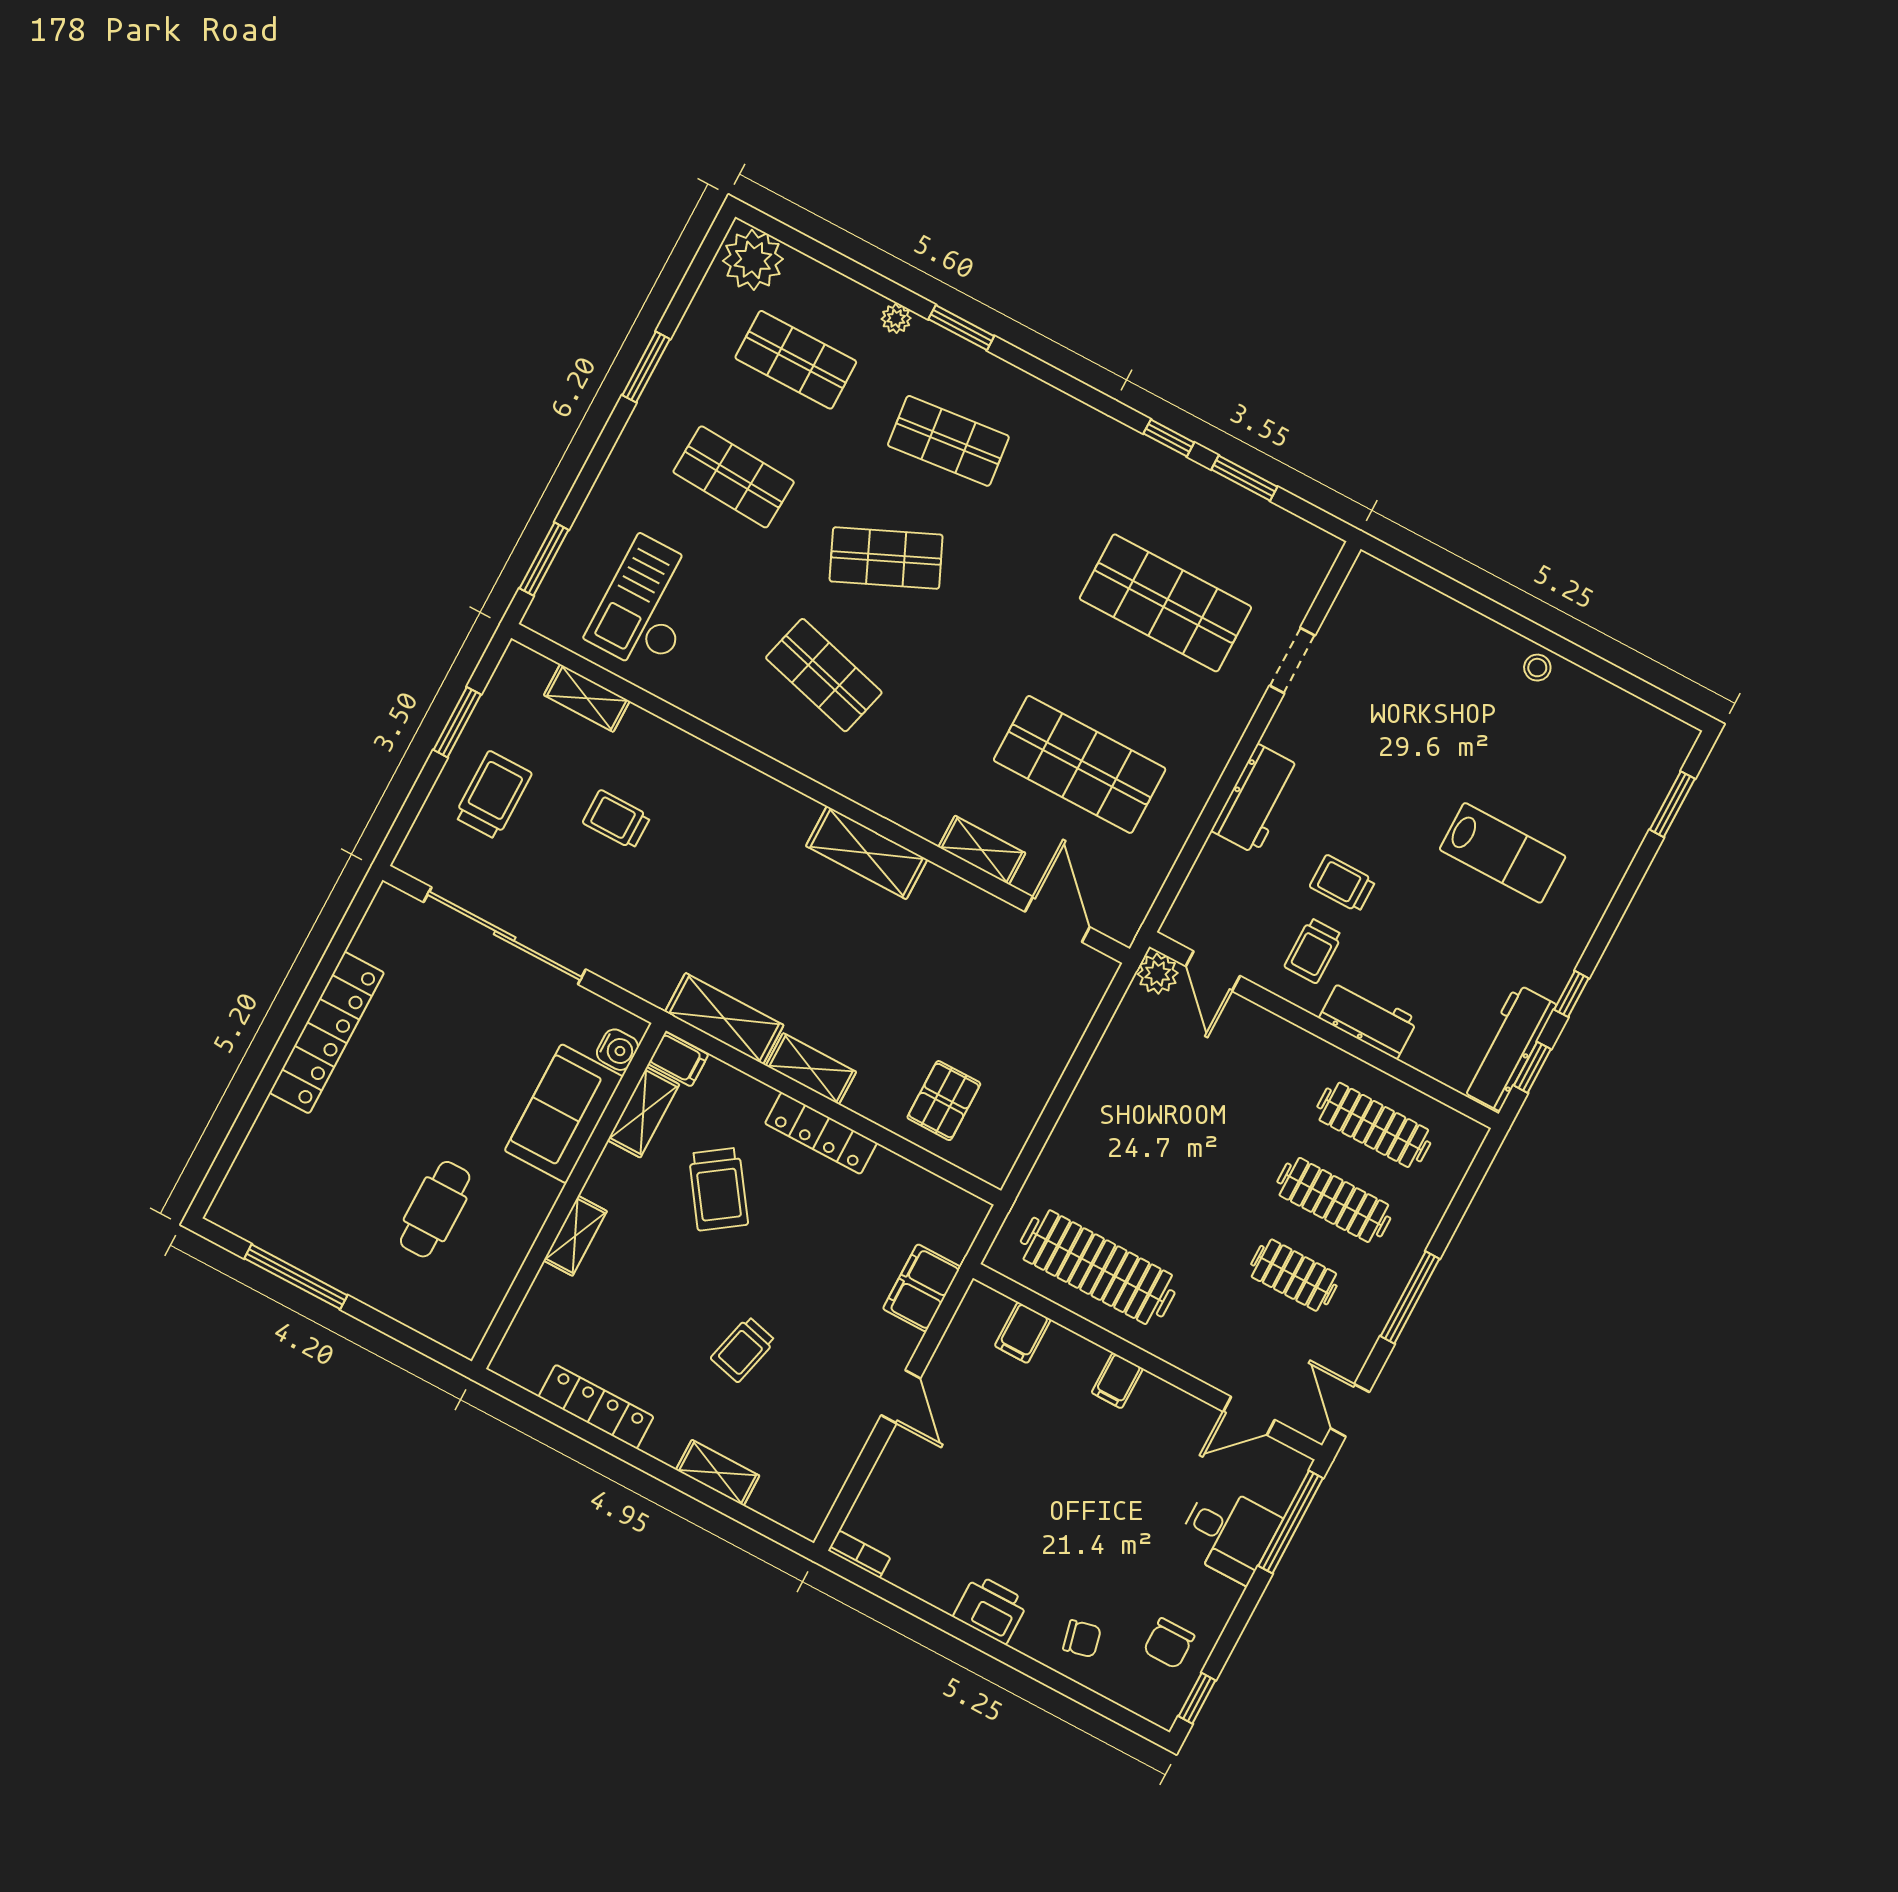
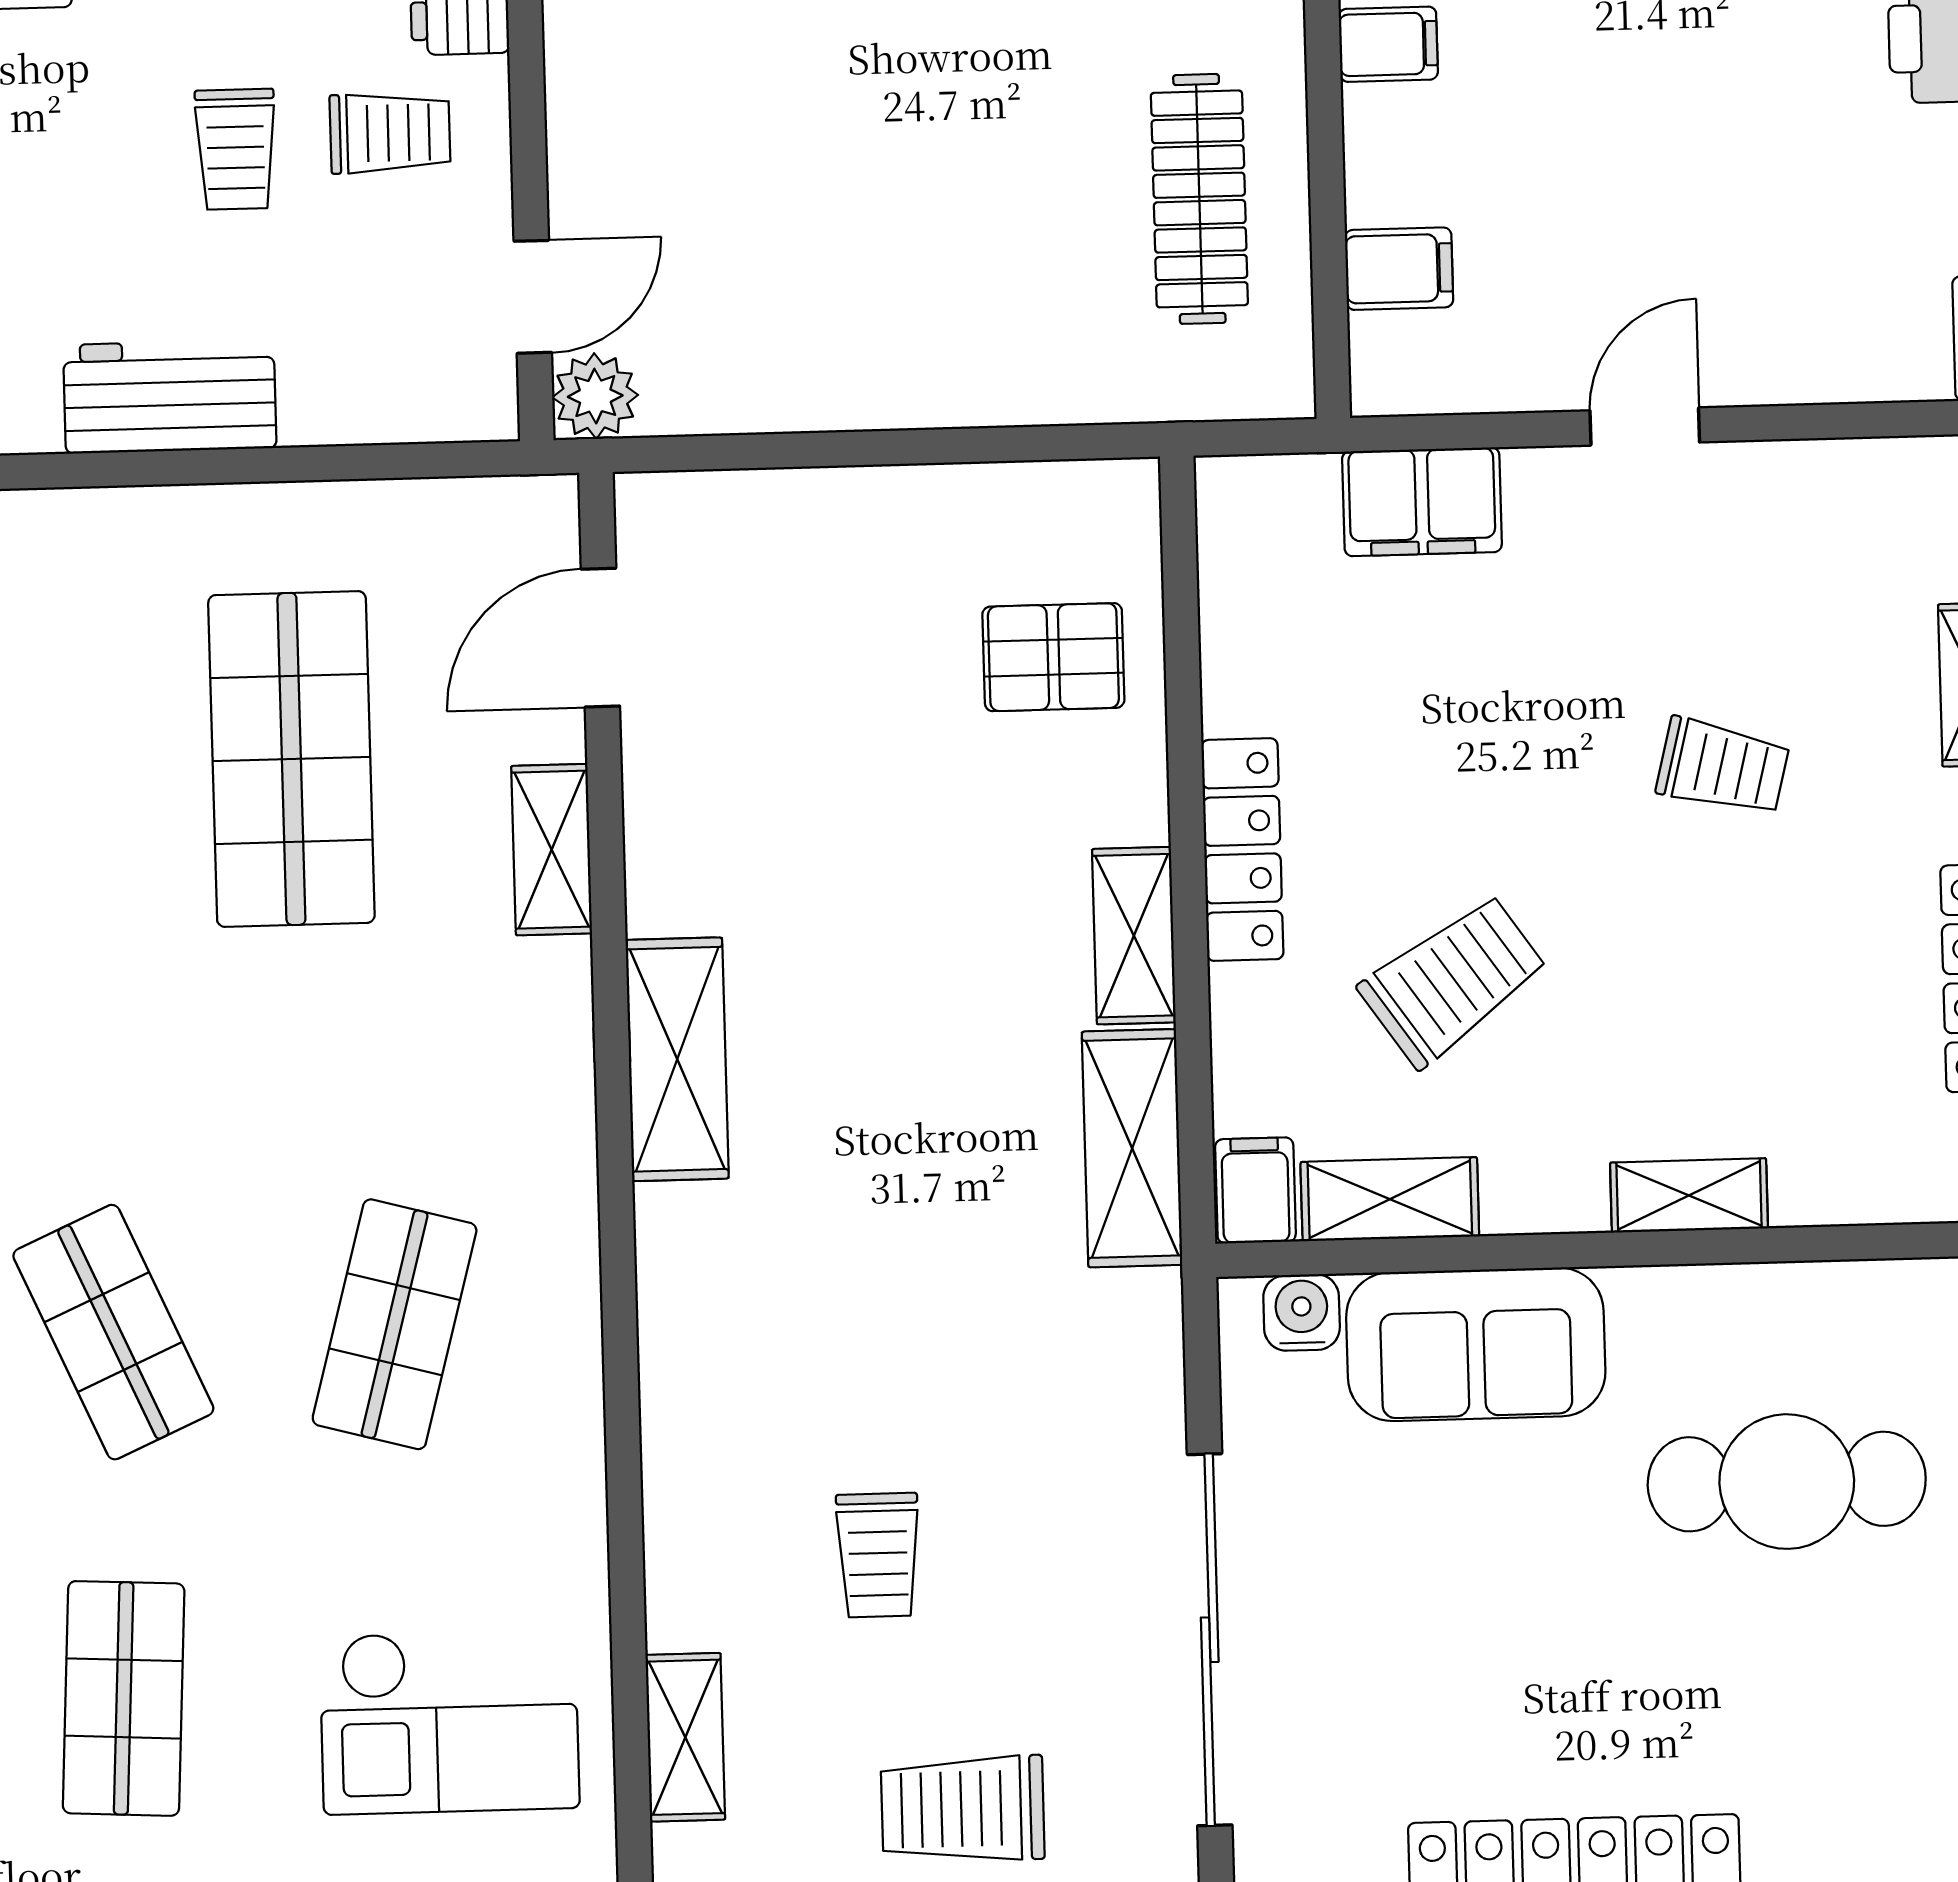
cafe table: (435, 1209) -> (1787, 1482), width x1.37, depth x1.35
clothes rail: (1098, 1267) -> (1199, 199), width x0.73, depth x0.76

